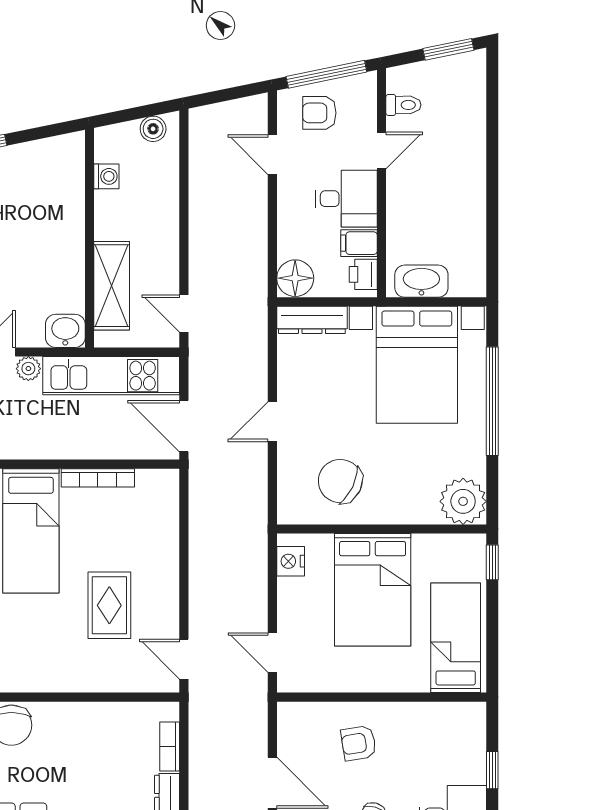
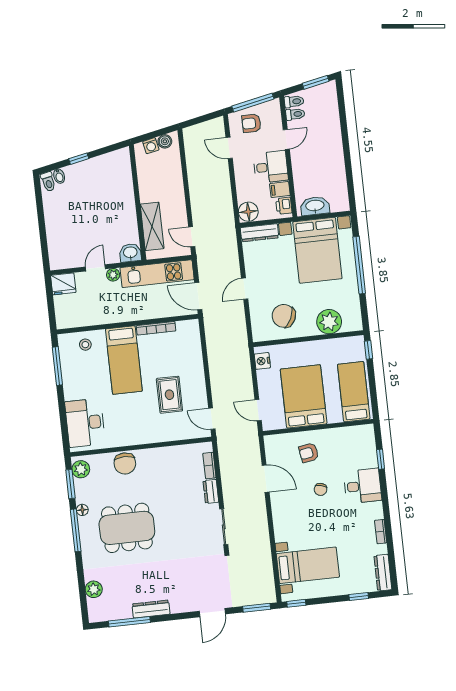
toilet: (404, 81) -> (294, 102), added
washing machine: (106, 176) -> (151, 146), moved, turned 78
plant: (463, 501) -> (329, 322), moved
bed: (373, 590) -> (304, 396), moved, turned 180

